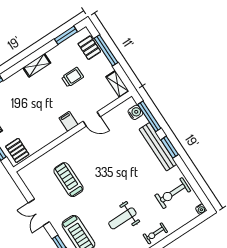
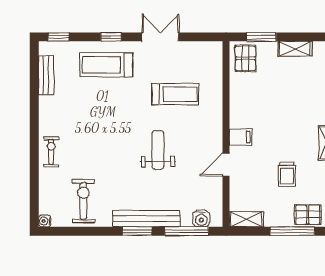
pallet: (17, 150) -> (246, 58), turned 90
weight bench: (122, 218) -> (158, 150), moved

